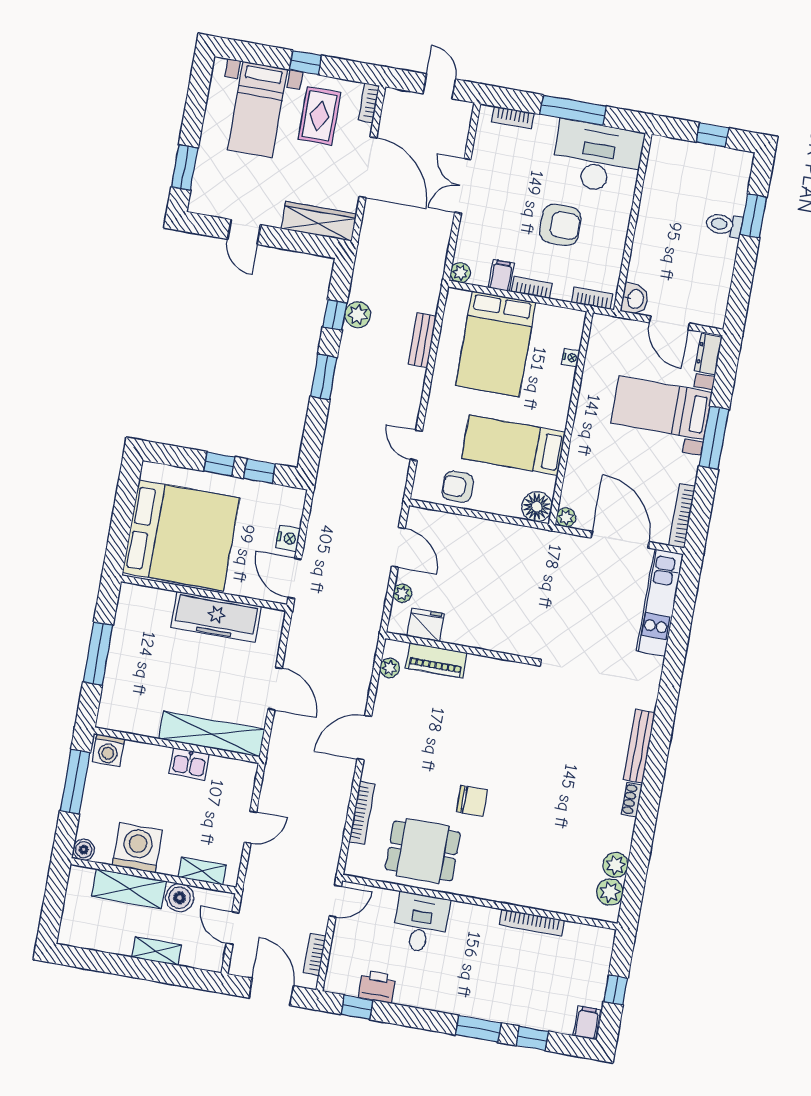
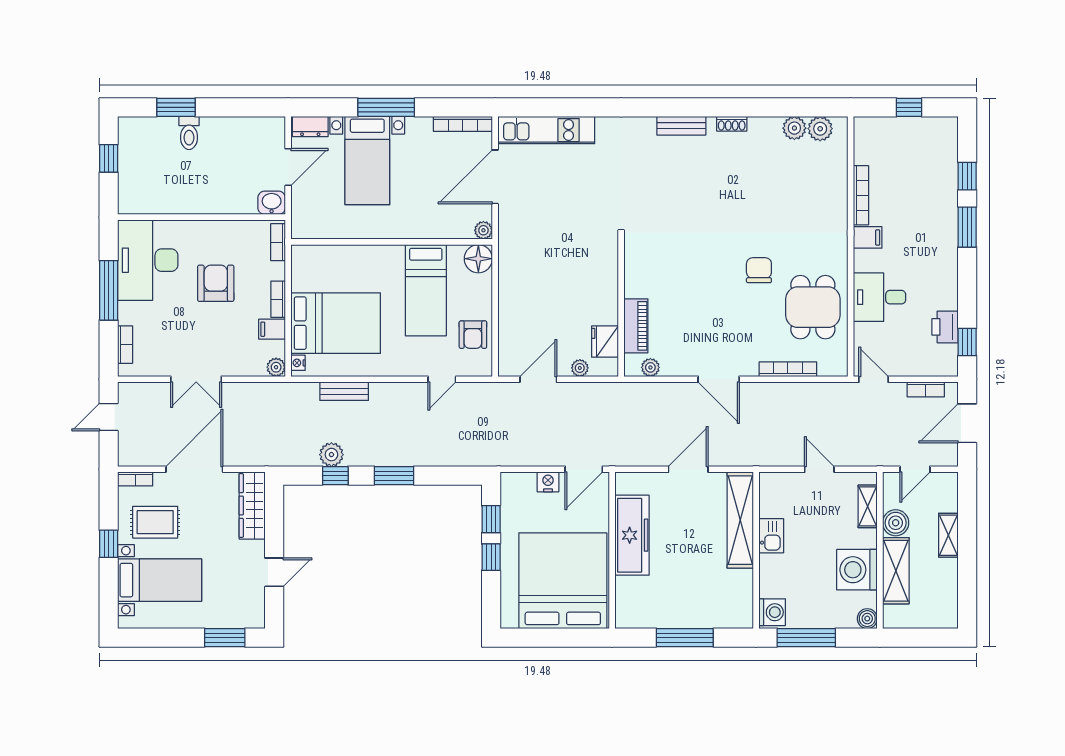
nightstand: (571, 358) -> (298, 363), moved, turned -90
bench: (639, 746) -> (681, 126), width x0.73
filing cabinet: (587, 1023) -> (868, 237), moved, turned 180

